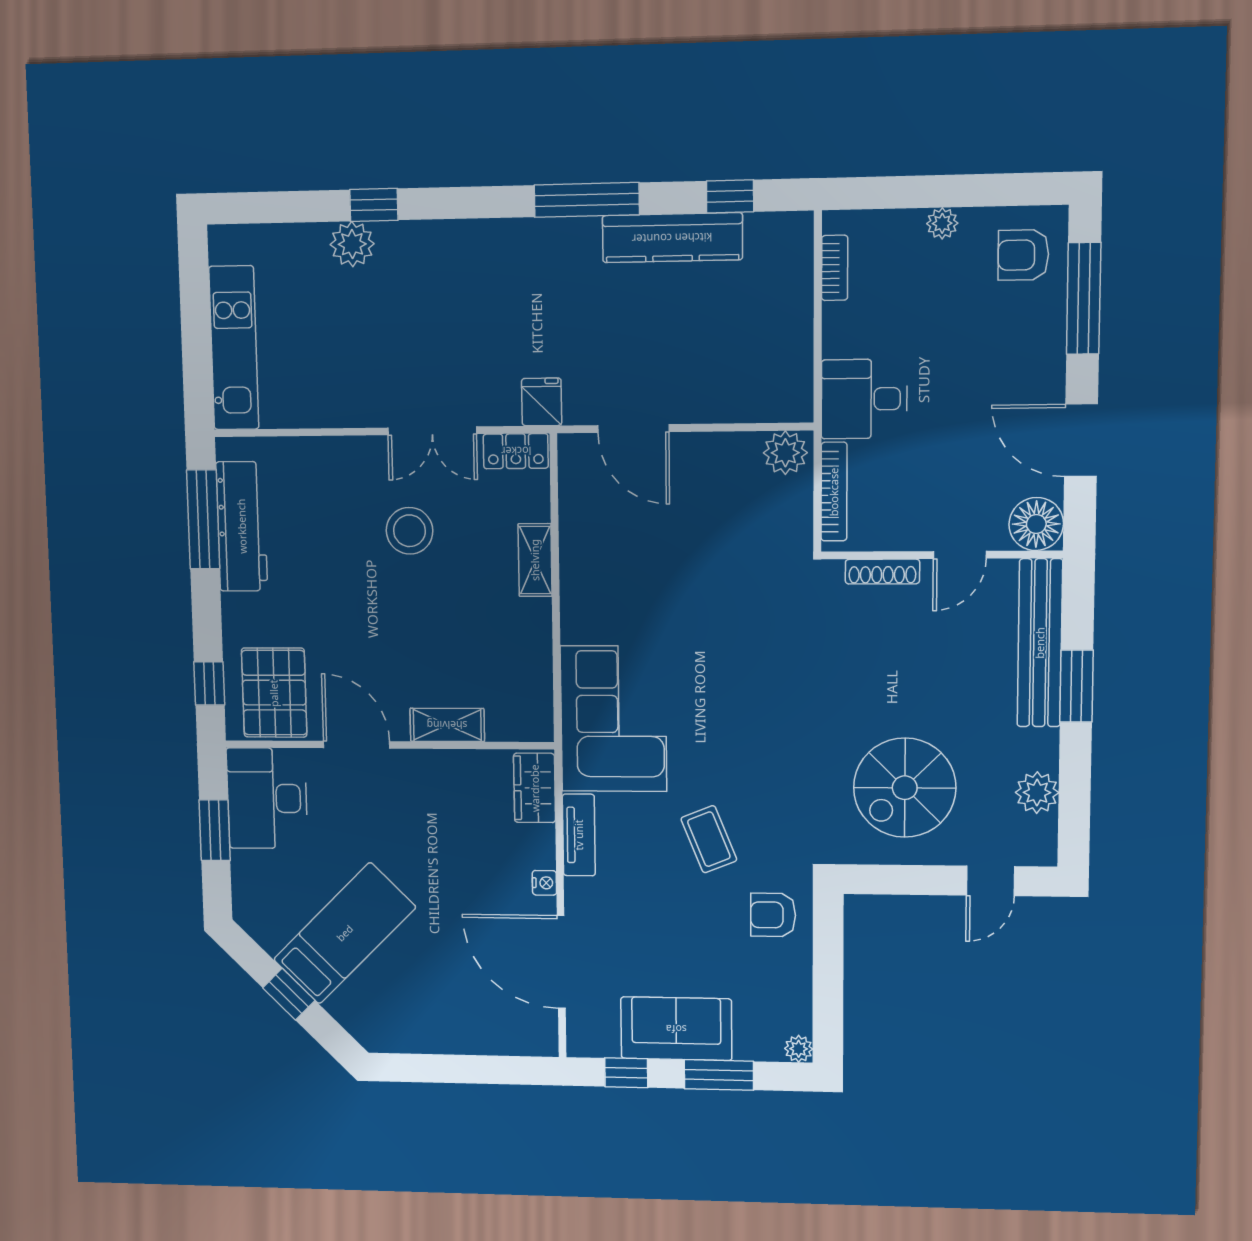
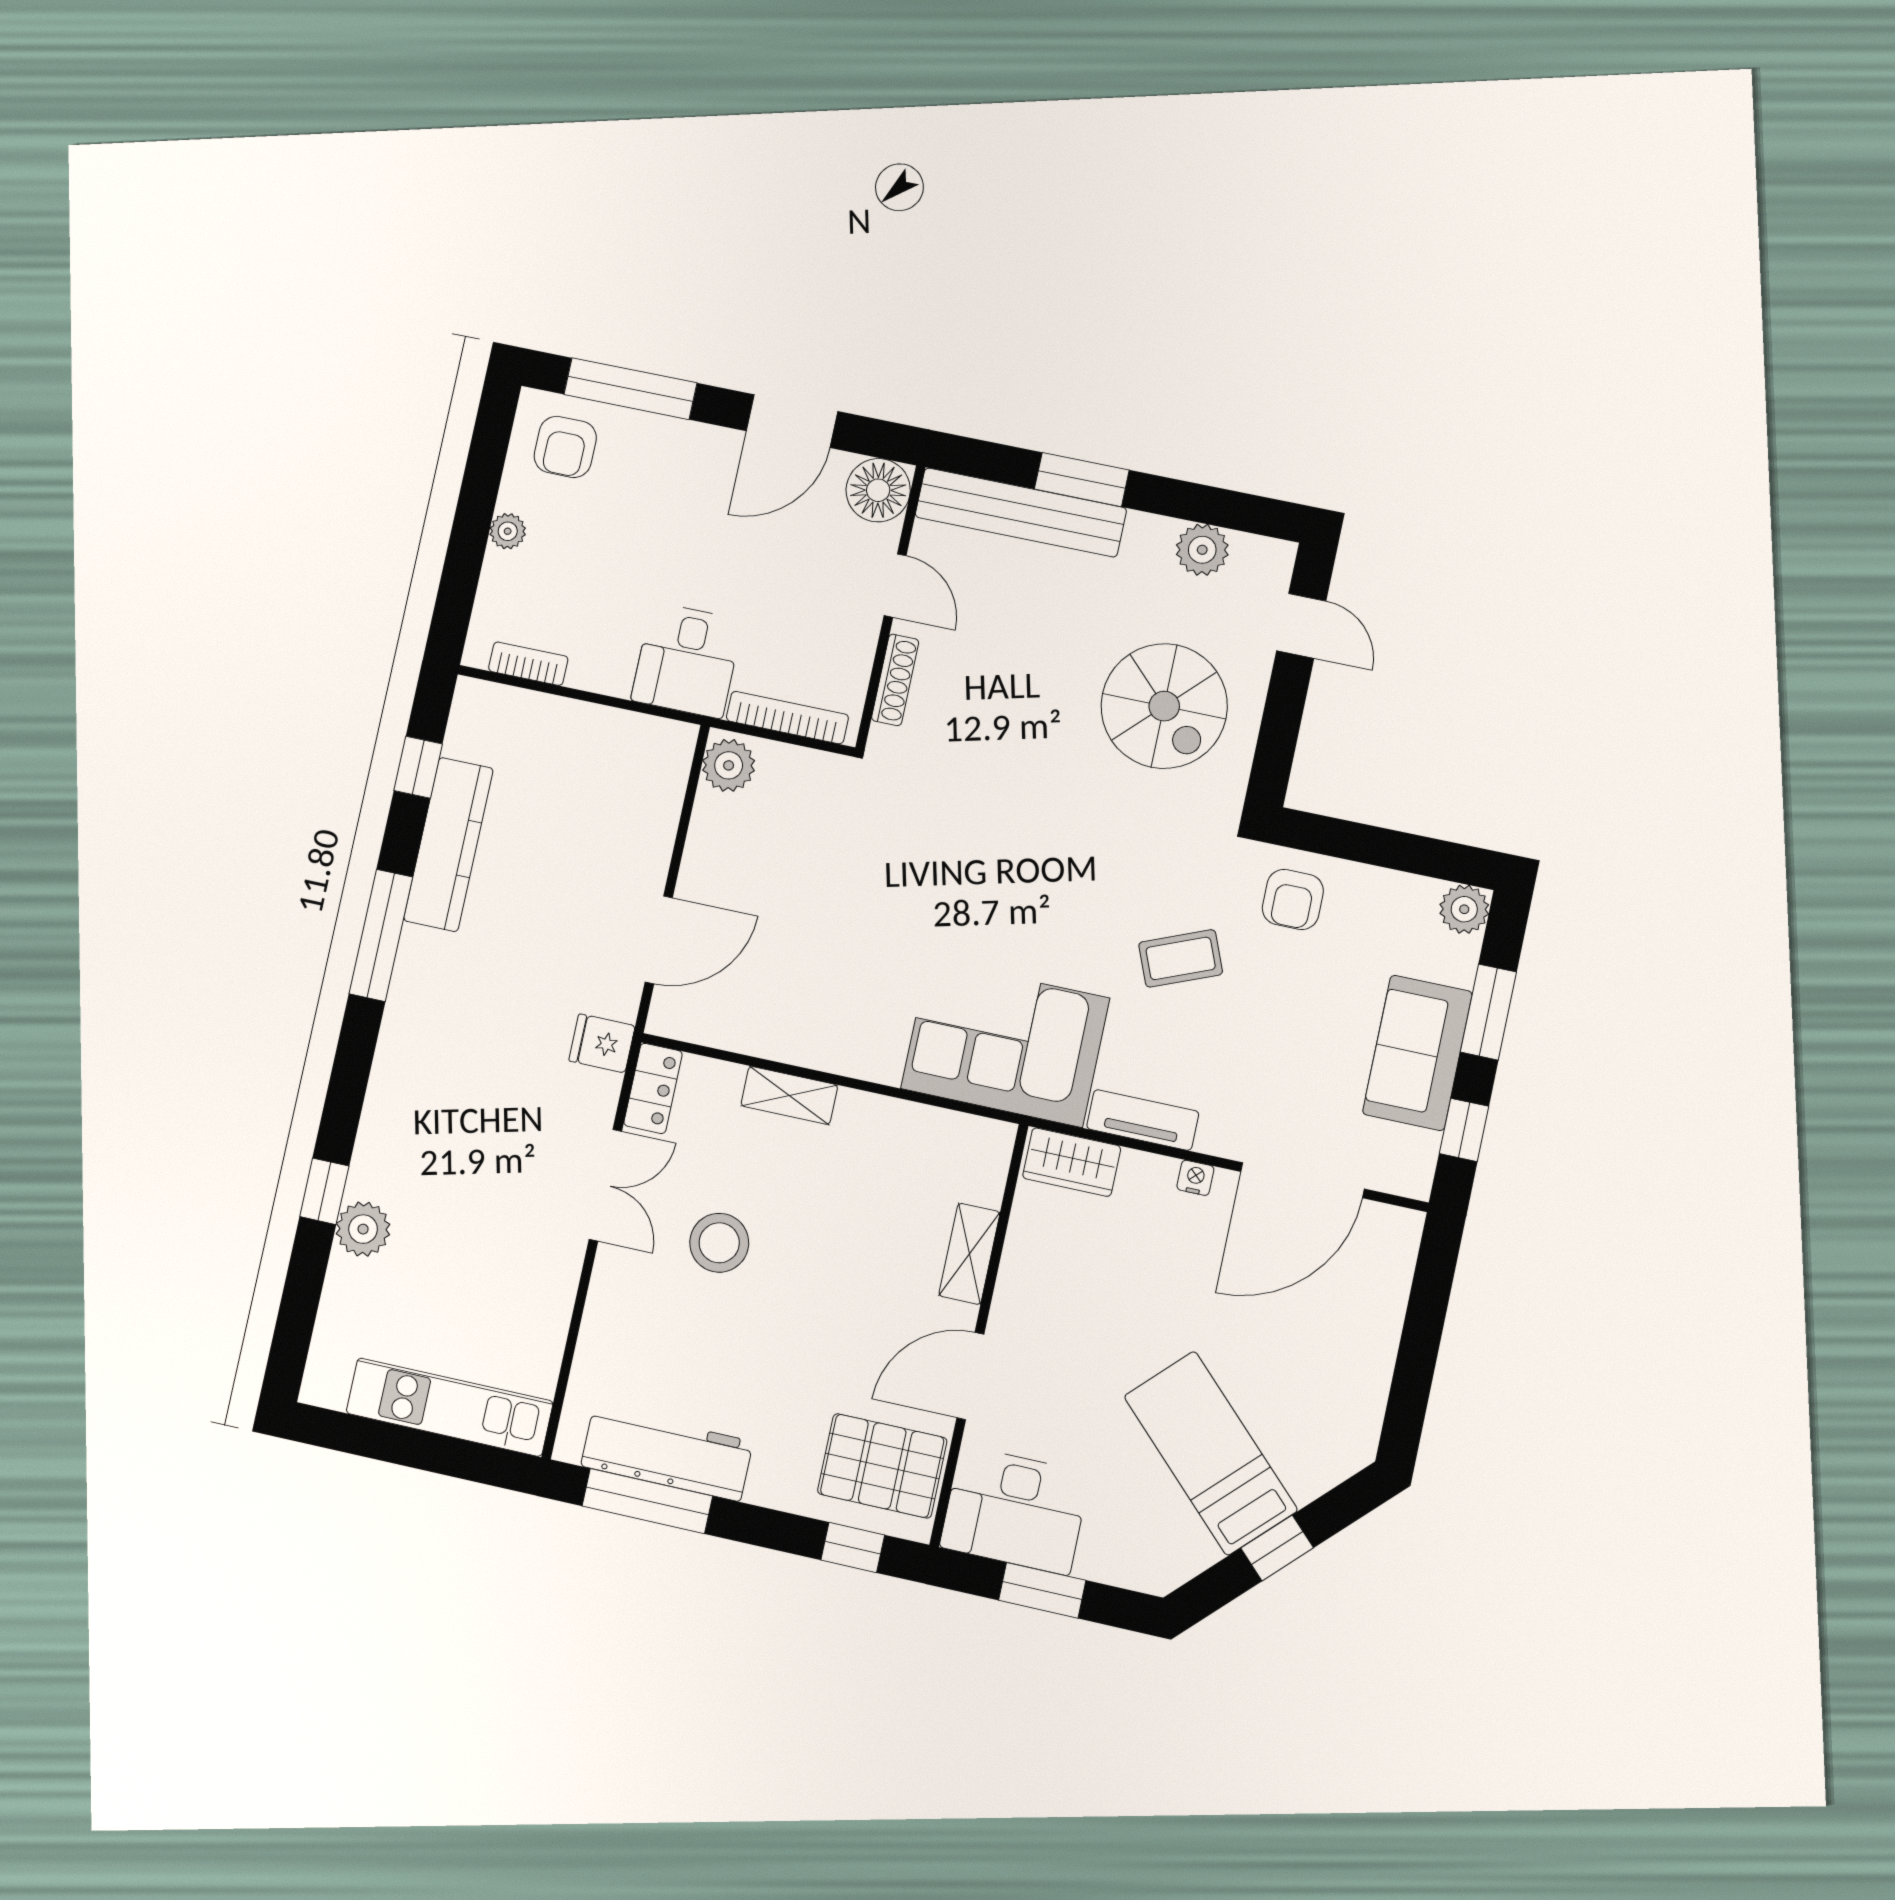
plant: (799, 1049) -> (1464, 909), width x1.38, depth x1.38

